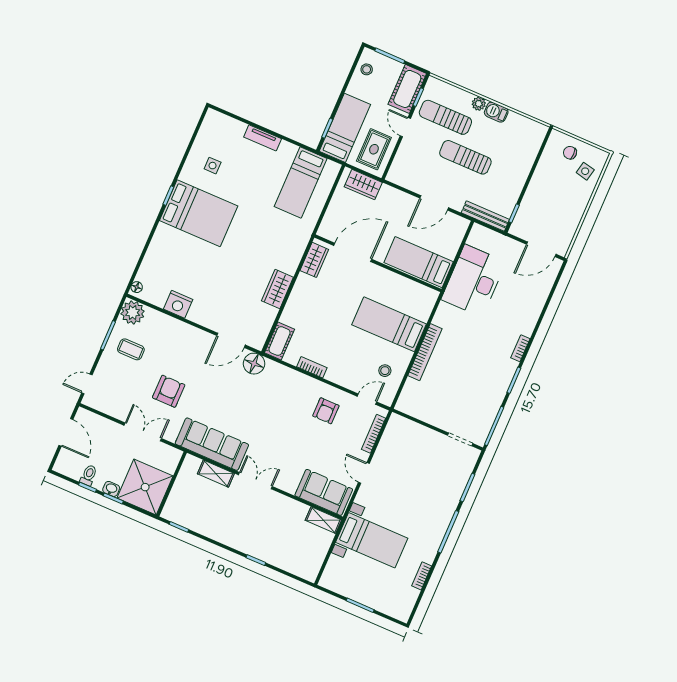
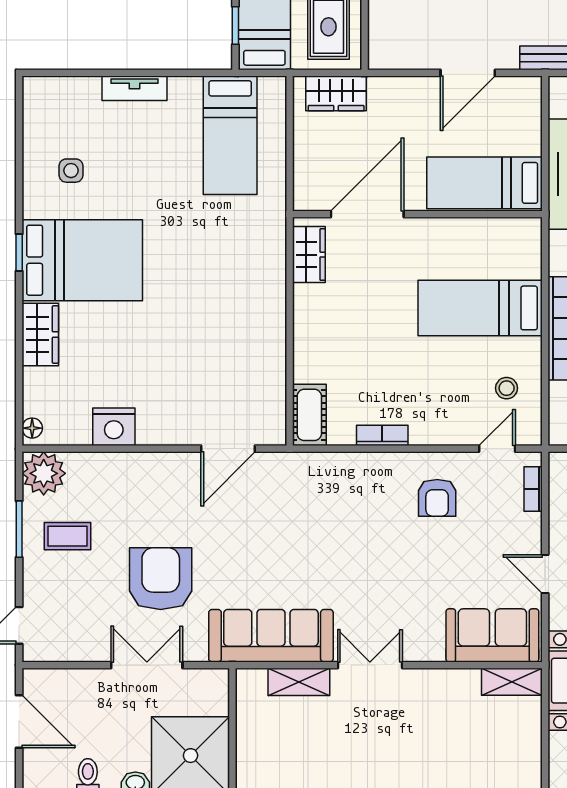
wardrobe: (277, 289) -> (40, 334), moved, turned 180
floor lamp: (254, 364) -> (283, 471), removed
armchair: (169, 391) -> (161, 579), width x1.36, depth x1.36
bookcase: (374, 434) -> (533, 489), width x0.64

